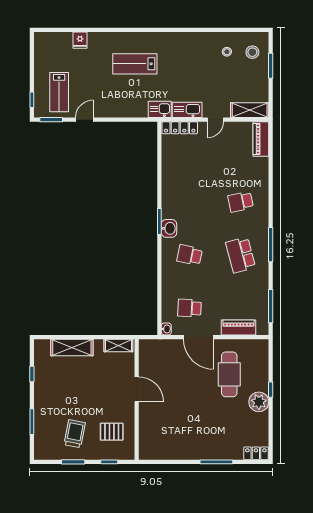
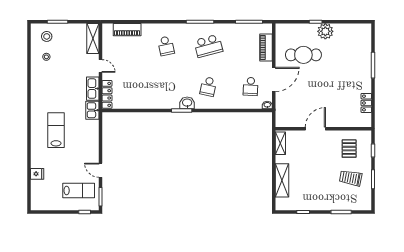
lab bench: (135, 64) -> (56, 130), turned 180
piano: (261, 139) -> (127, 30), moved
locker: (256, 453) -> (366, 103), moved

